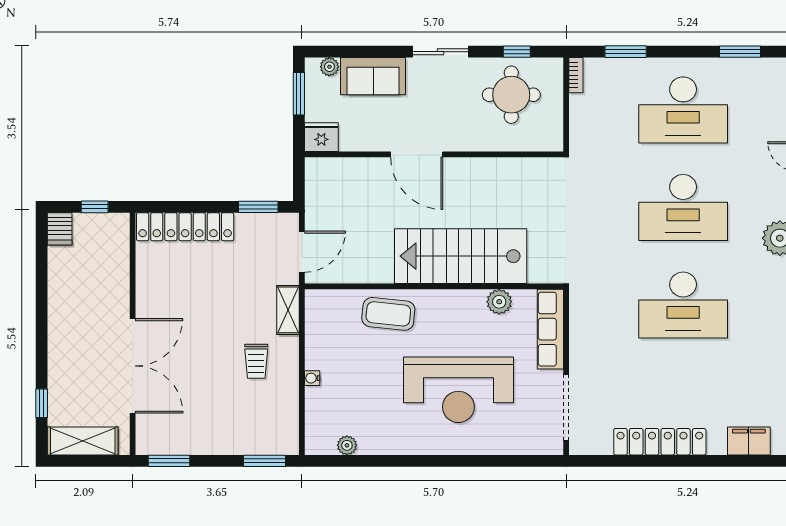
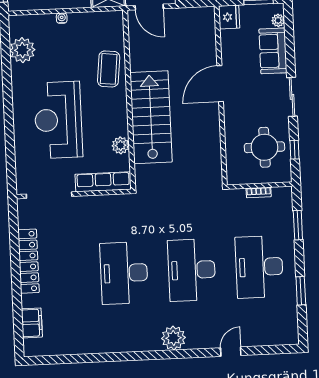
window: (740, 52) -> (301, 291), moved
bookcase: (576, 75) -> (259, 192), moved
plant: (347, 445) -> (22, 50), width x1.88, depth x1.88

